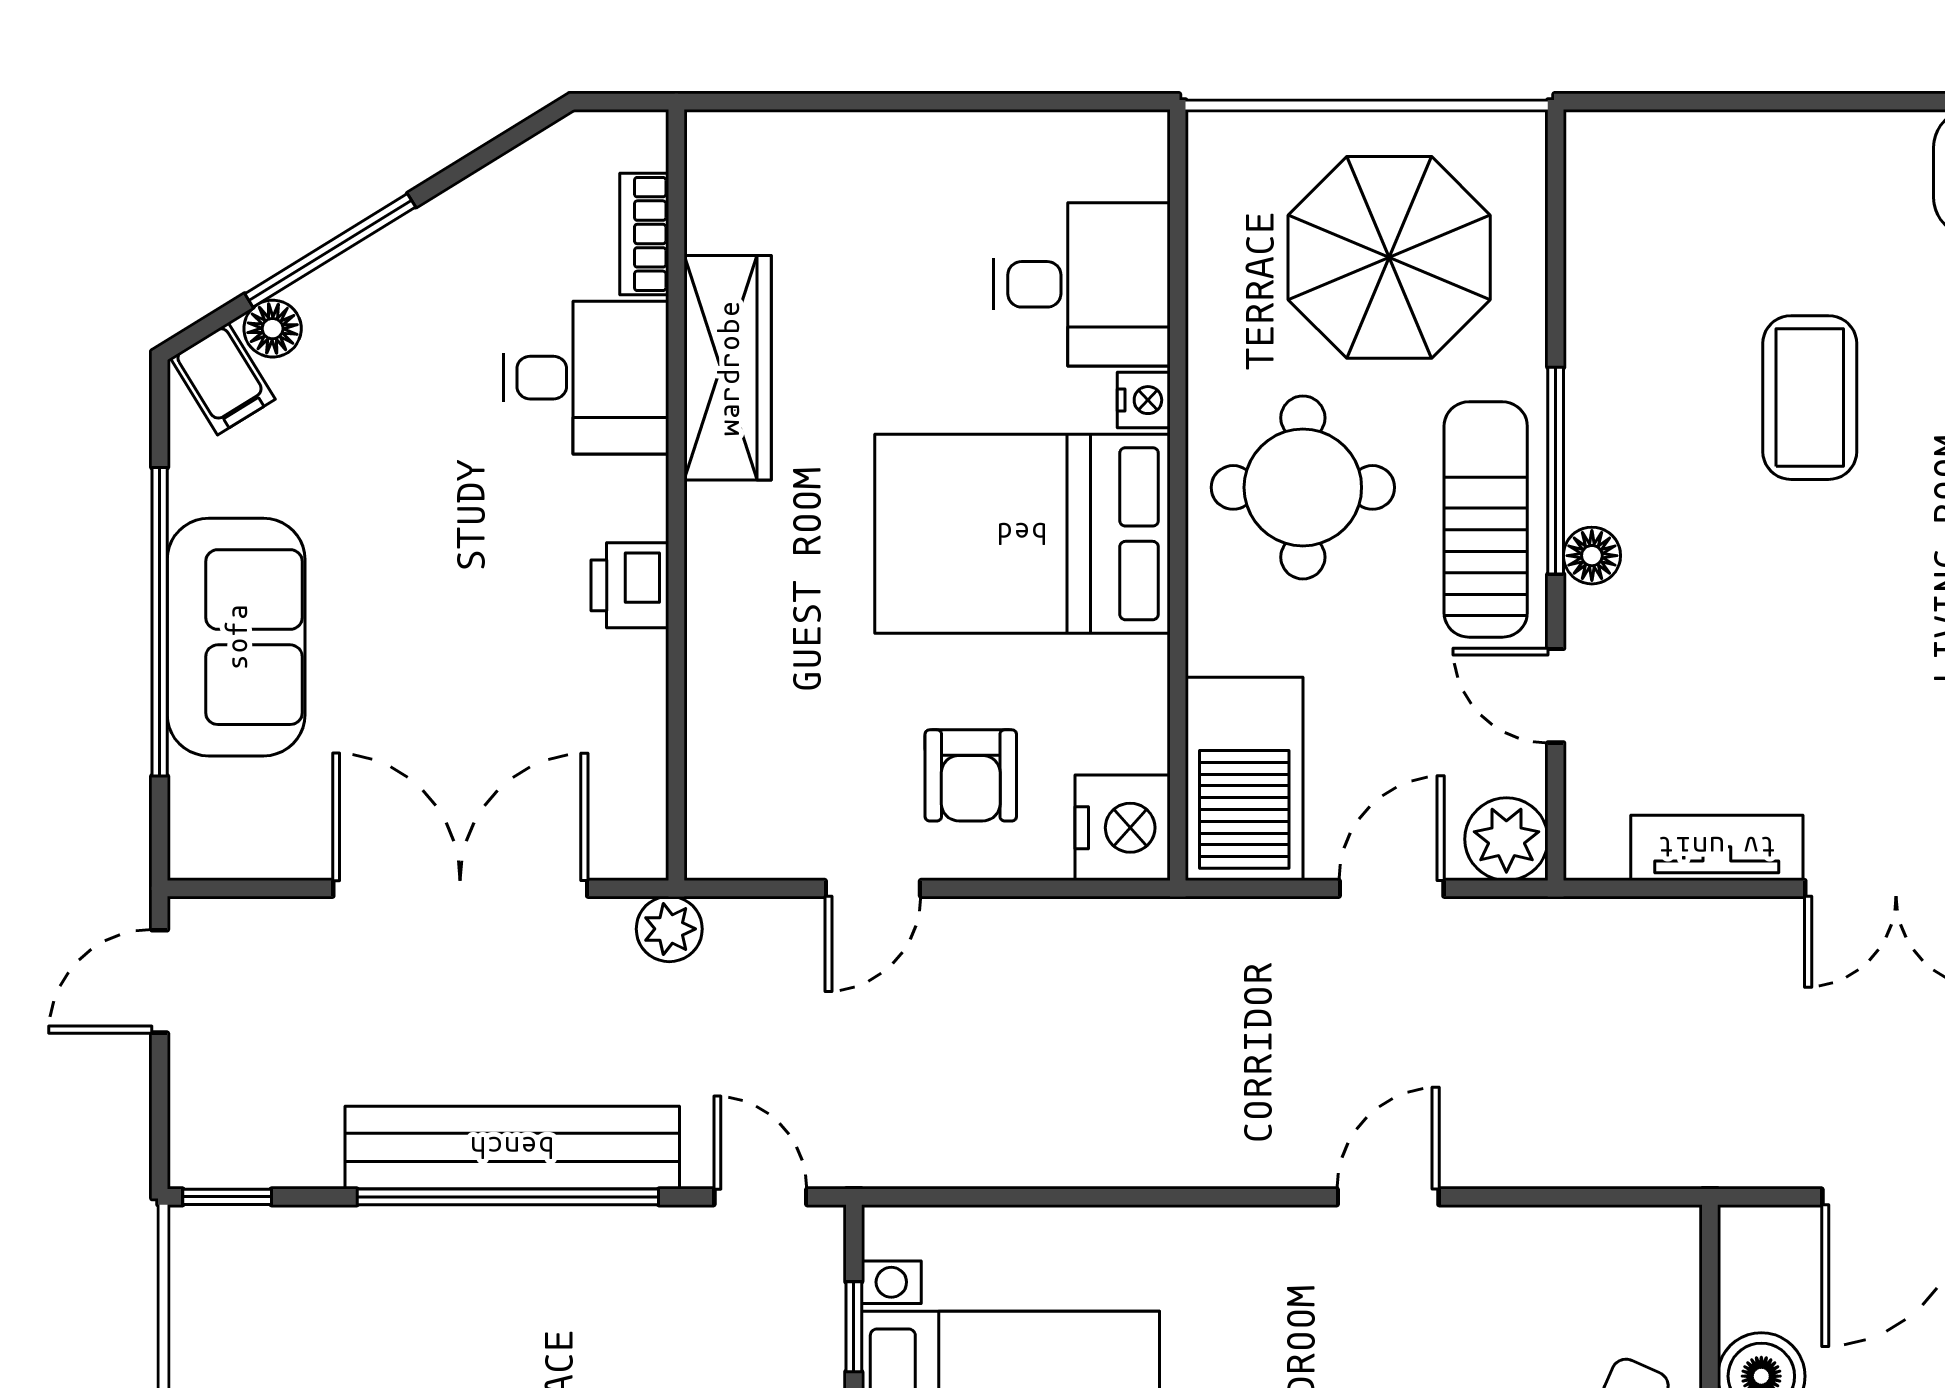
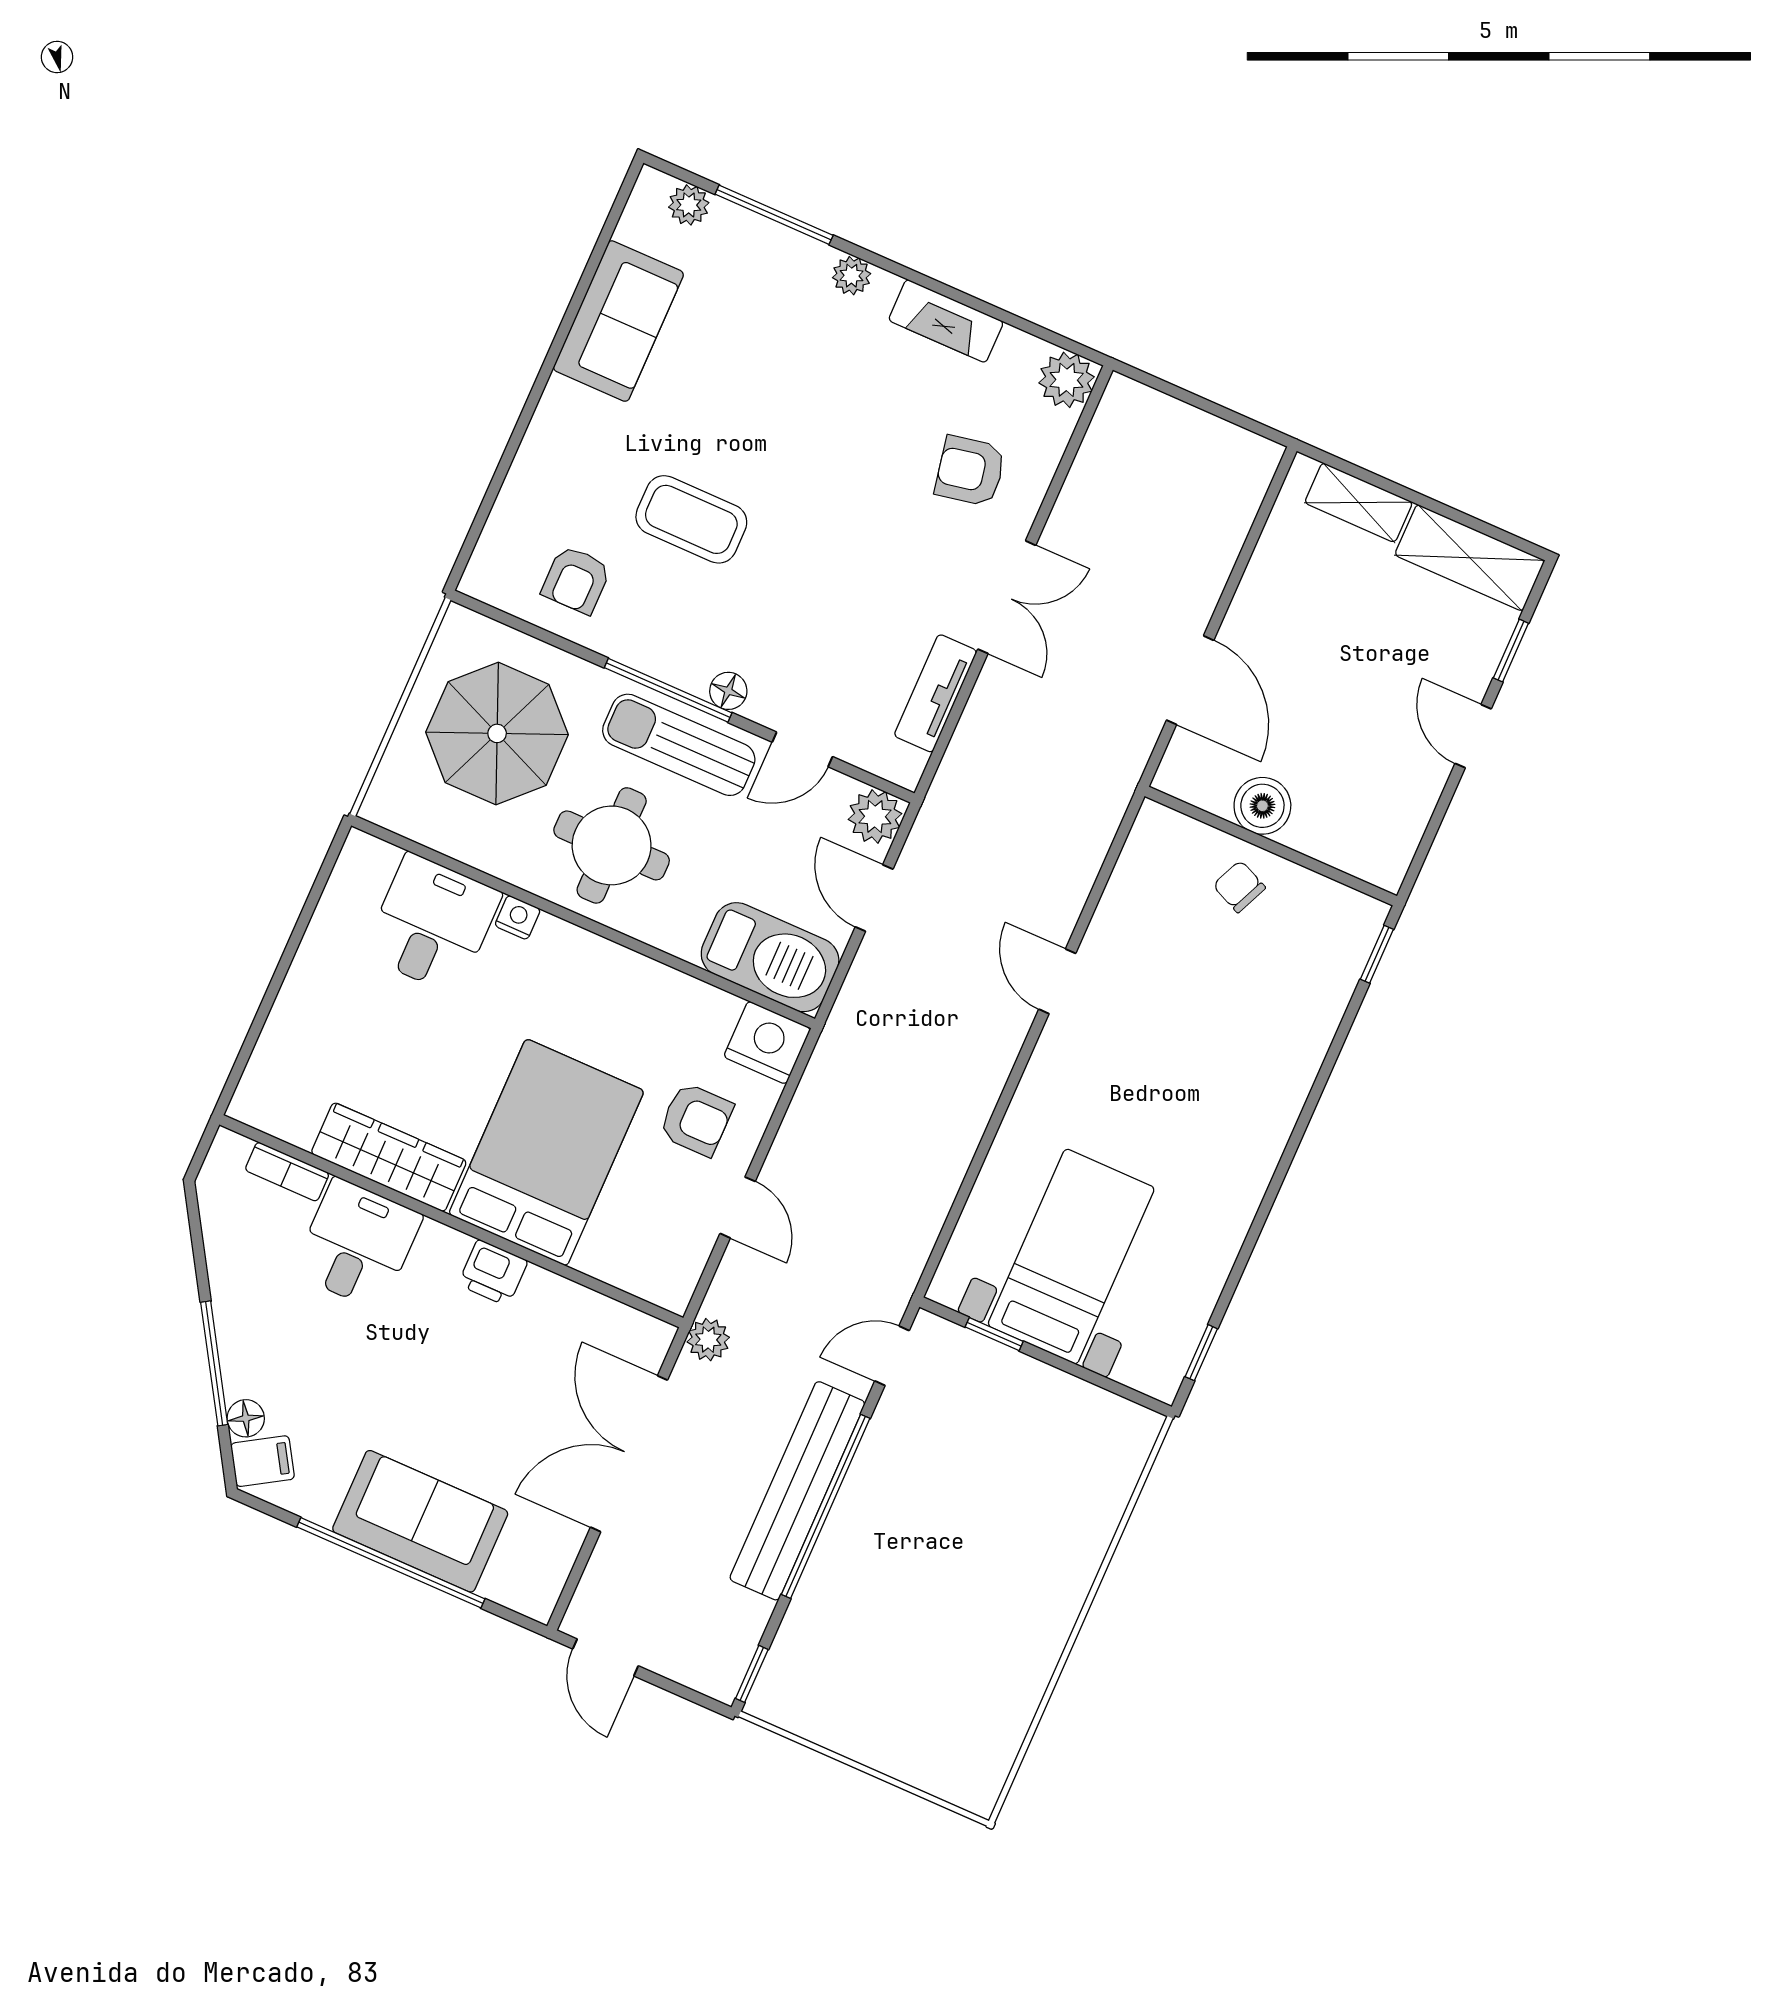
armchair: (1654, 273) -> (576, 580), added
bed: (1022, 534) -> (546, 1152), moved, turned 180

